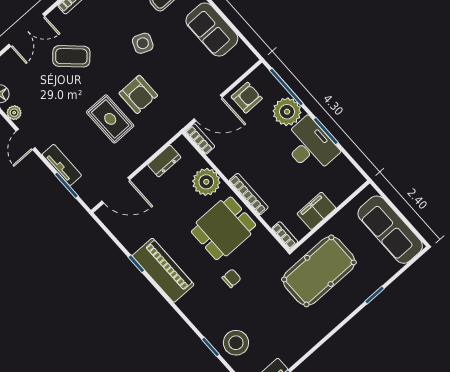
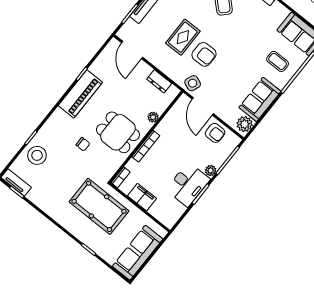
side table: (143, 43) -> (193, 83), moved
plant: (242, 56) -> (245, 124), added
armchair: (138, 94) -> (204, 54), turned -90
plant: (287, 112) -> (211, 170), width x0.53, depth x0.53
bookcase: (200, 139) -> (180, 104), removed
plant: (206, 182) -> (153, 117), width x0.53, depth x0.53

